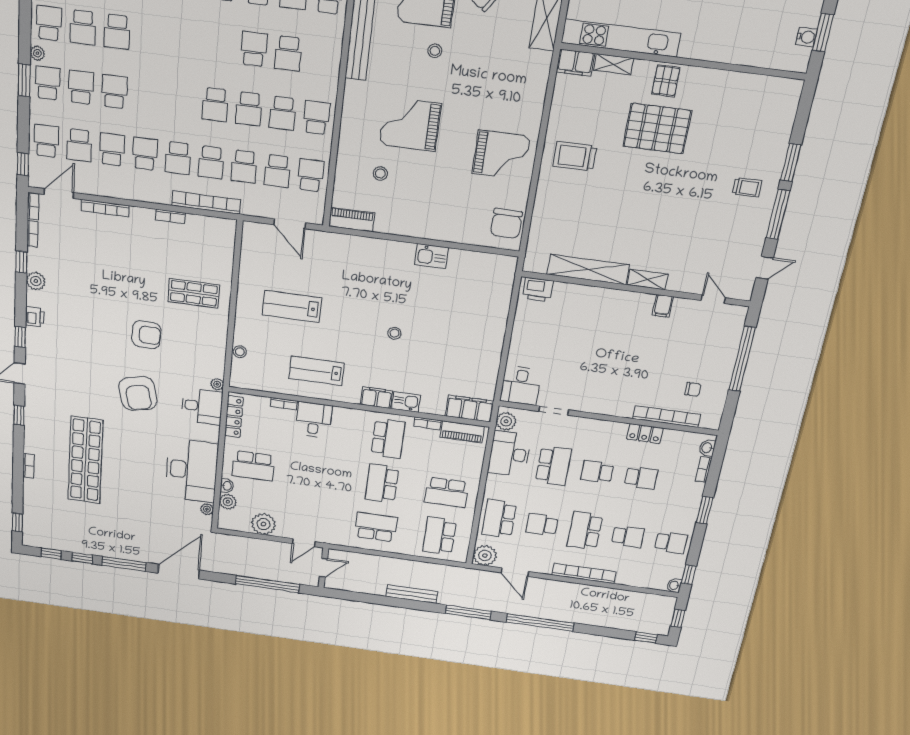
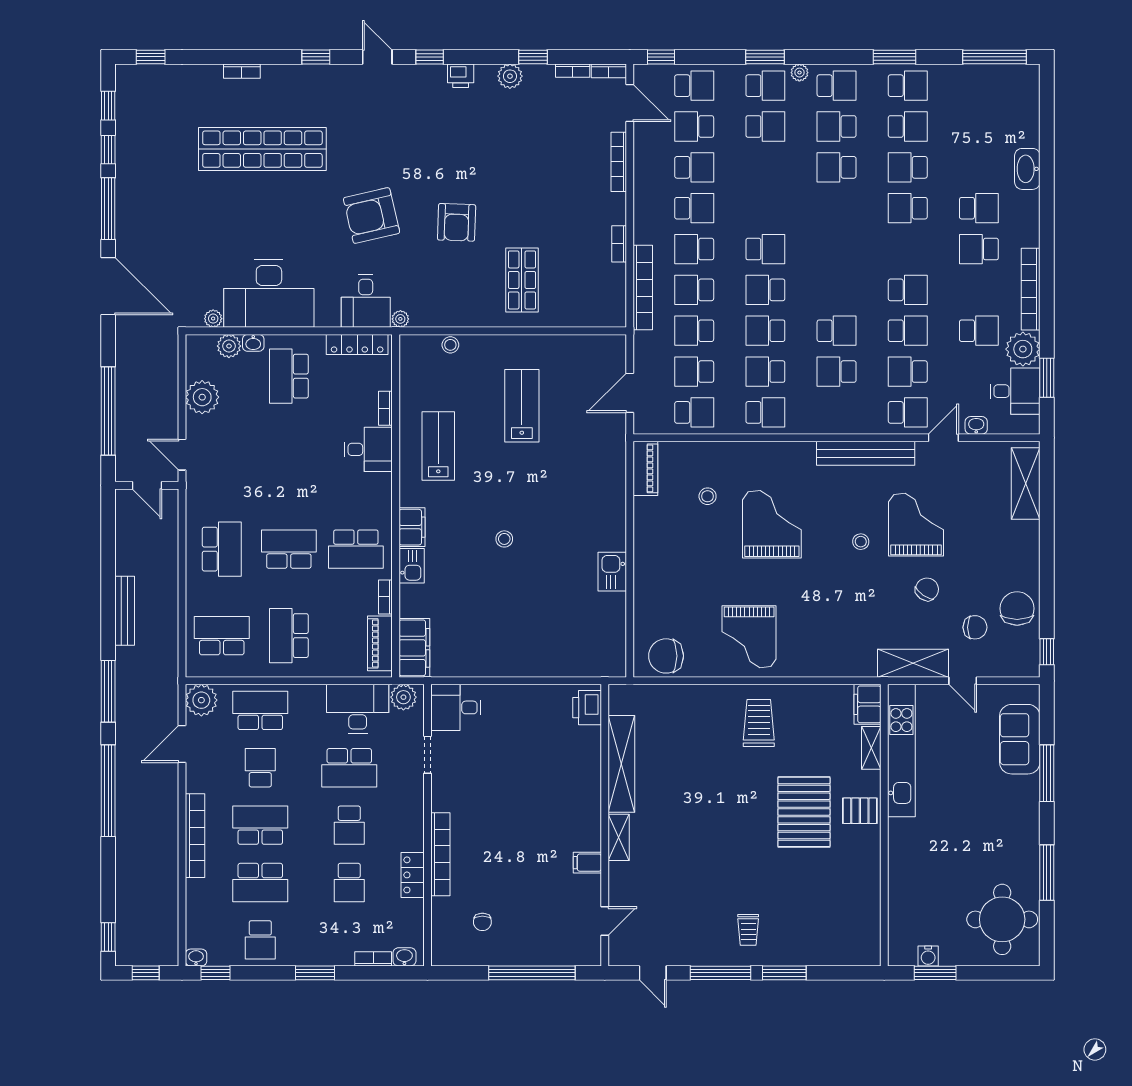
school desk: (114, 92) -> (765, 249), moved
bookcase: (667, 417) -> (440, 854), moved
school desk: (597, 472) -> (349, 825), turned 180
school desk: (628, 537) -> (260, 883), width x1.85

